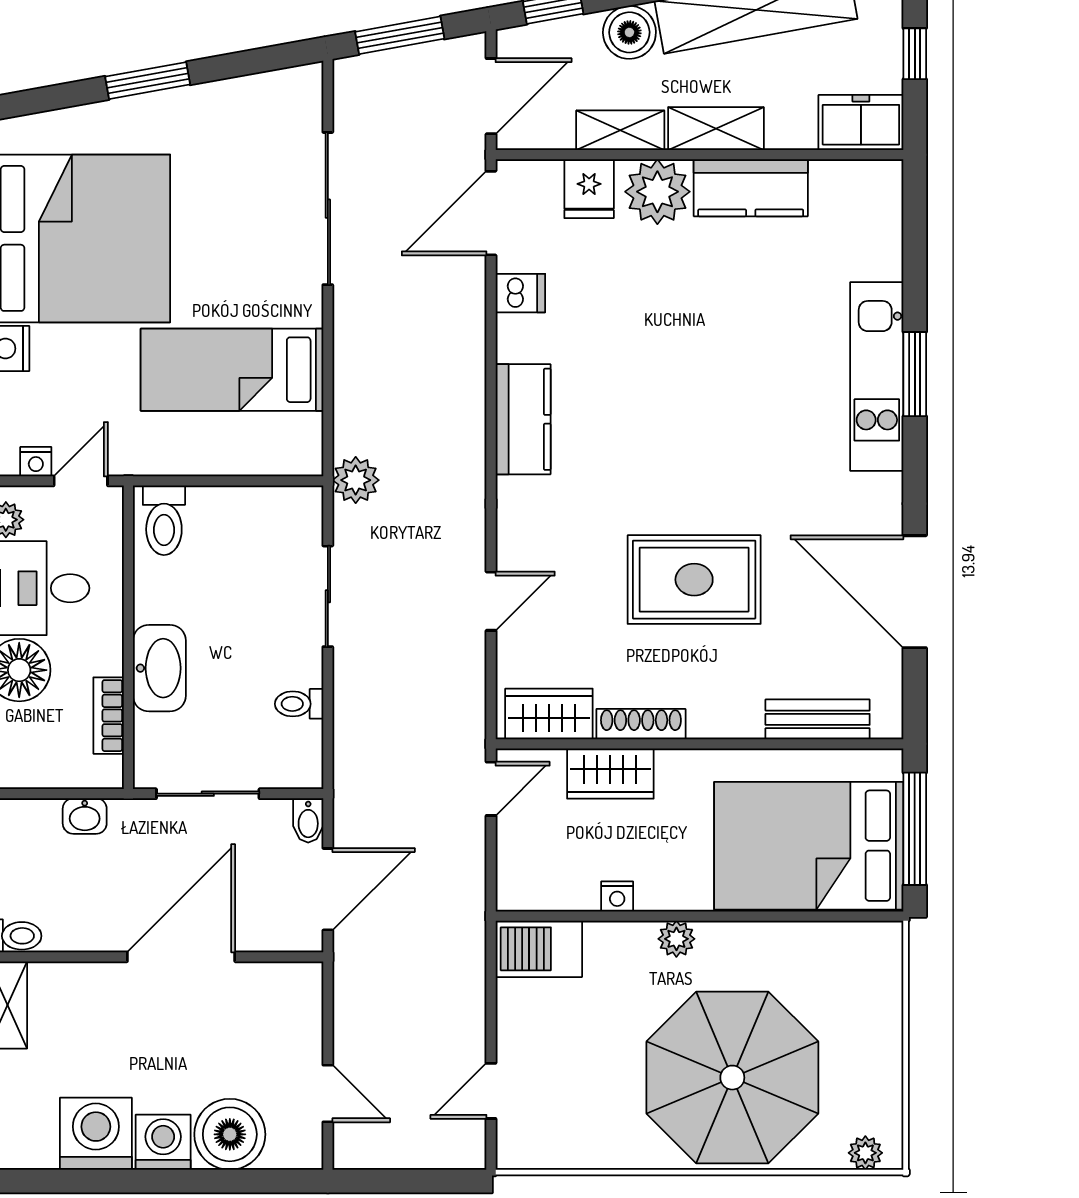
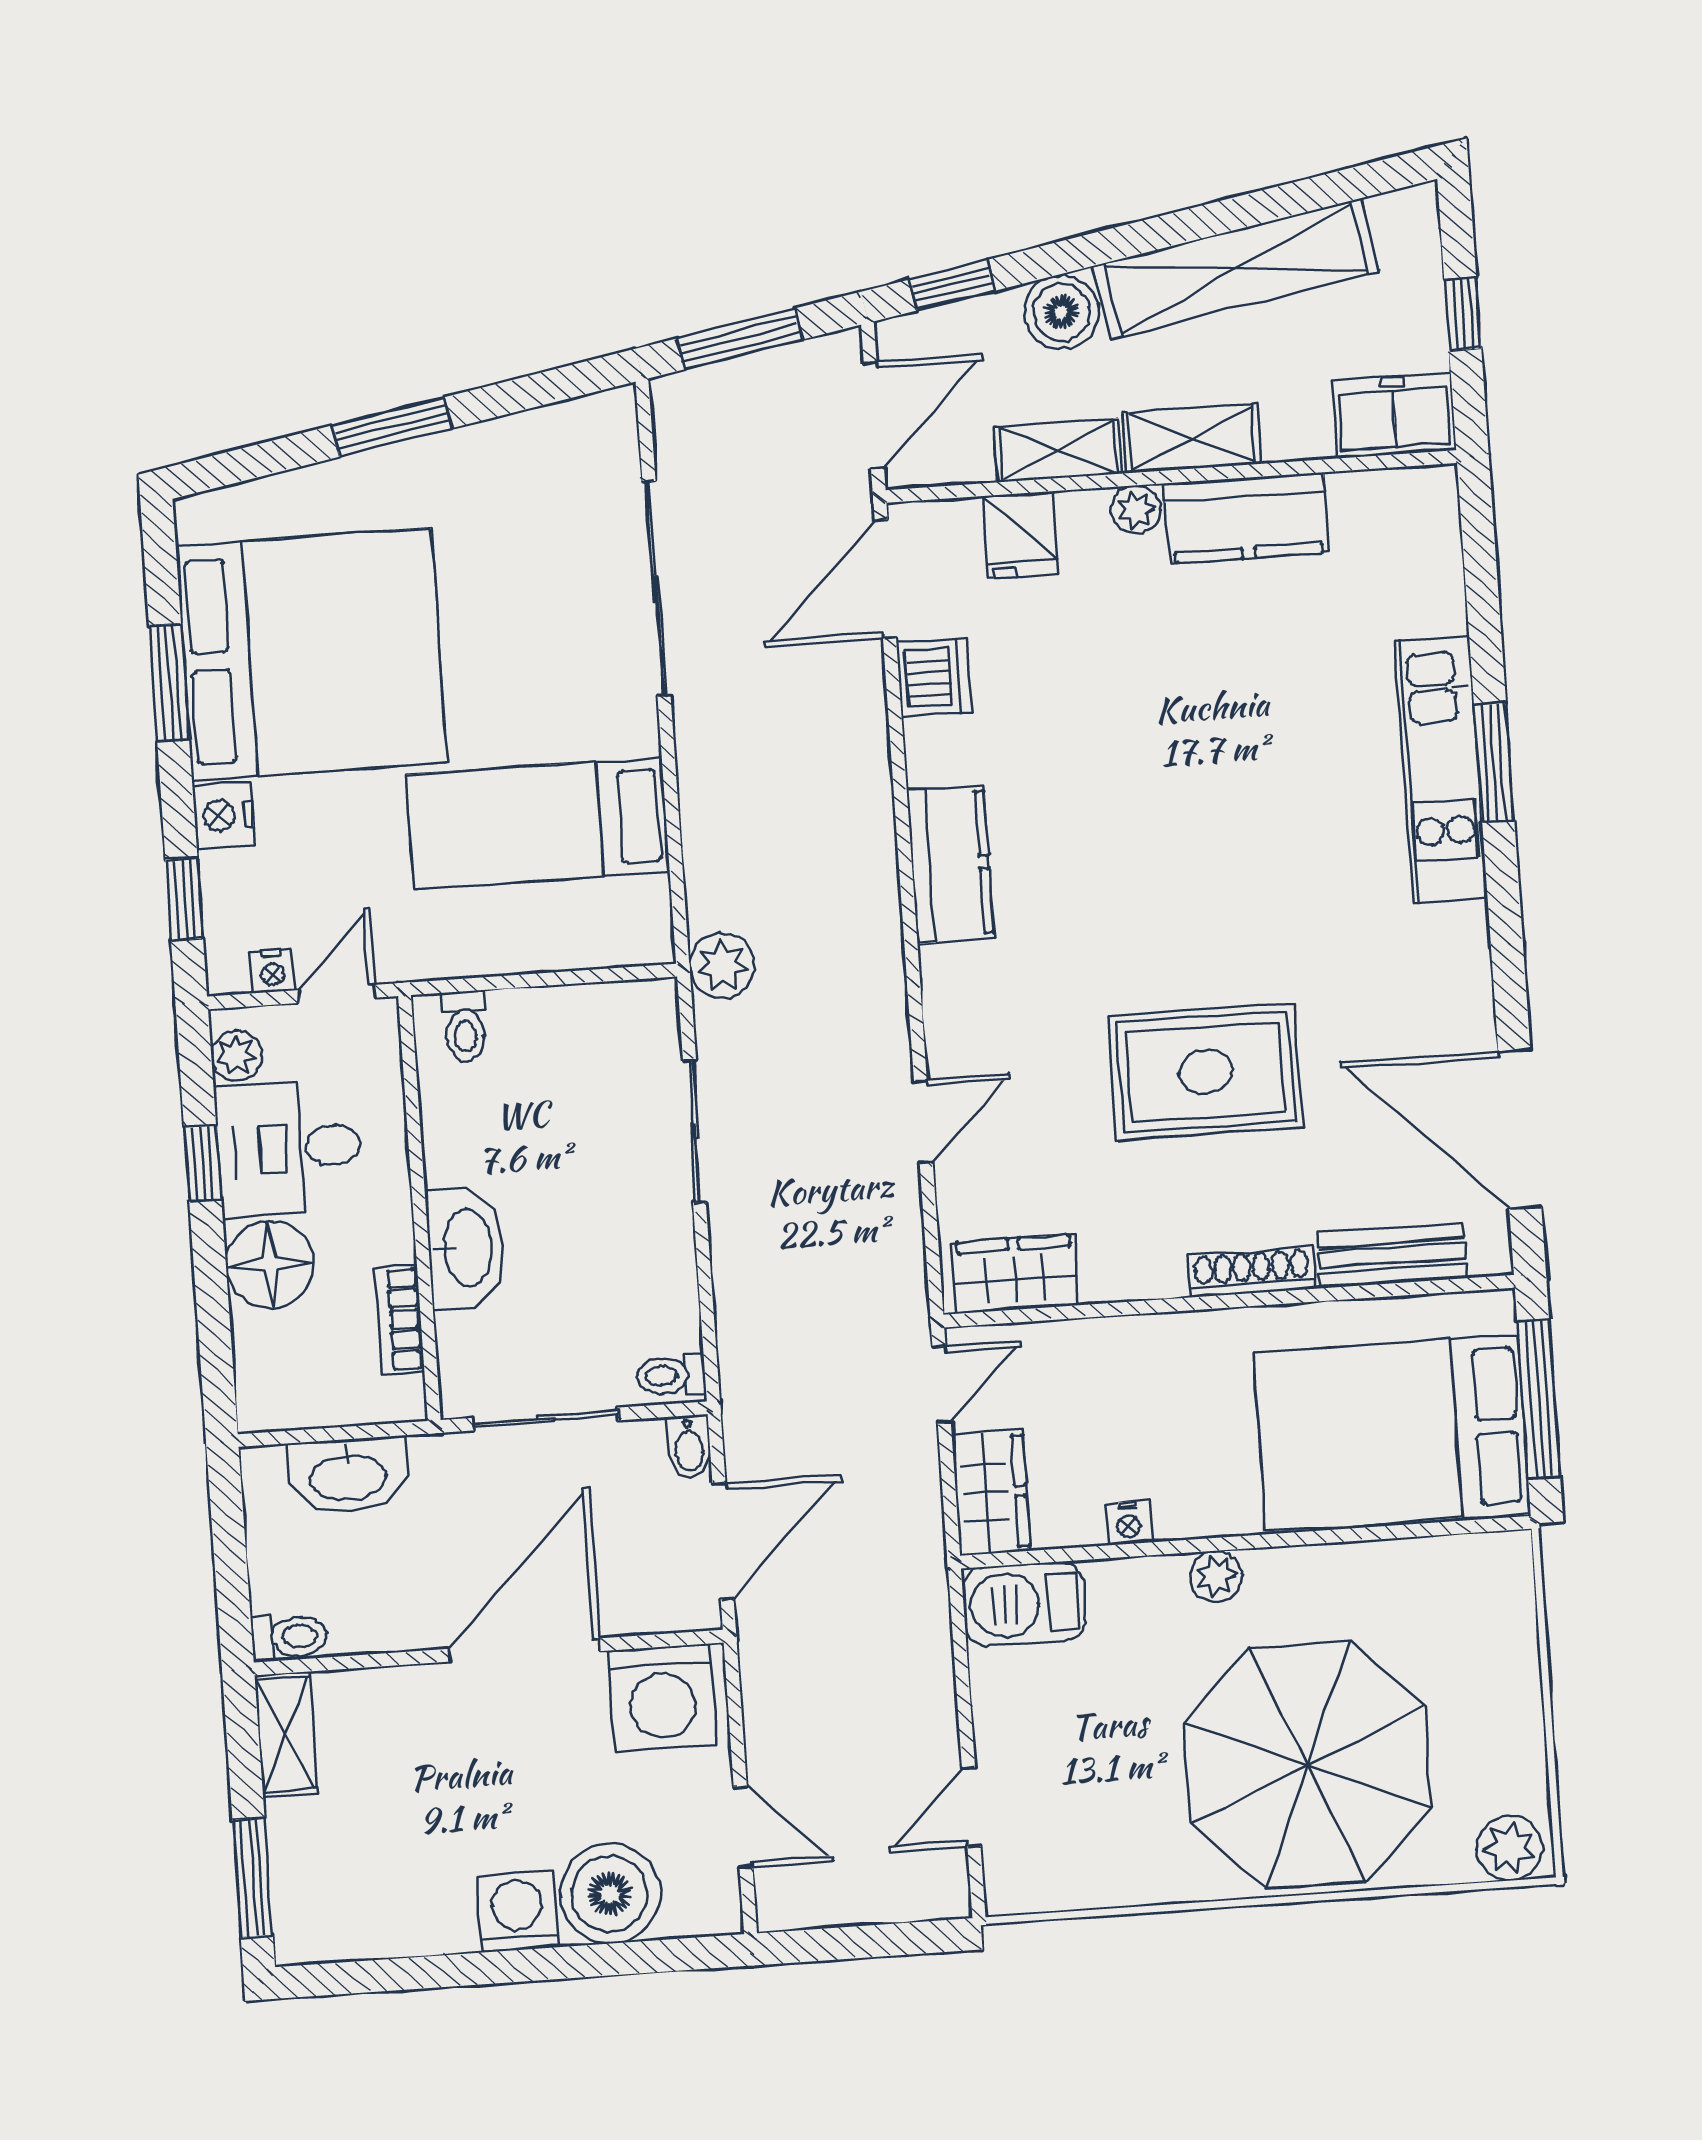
plant: (657, 192) -> (1136, 510), width x0.53, depth x0.53
dishwasher: (520, 293) -> (933, 678), width x1.38
toilet: (164, 520) -> (465, 1027), width x0.73, depth x0.72
door: (915, 592) -> (1520, 1129), moved
toilet: (299, 704) -> (671, 1375), moved
shoe rack: (641, 724) -> (1252, 1272), moved
wardrobe: (610, 773) -> (991, 1493), moved, turned -90
washbasin: (85, 816) -> (348, 1476), width x1.91, depth x1.45
washing machine: (96, 1134) -> (662, 1698), moved, turned 180
plant: (865, 1153) -> (1510, 1848), width x1.38, depth x1.38

